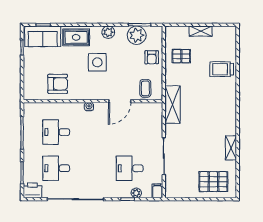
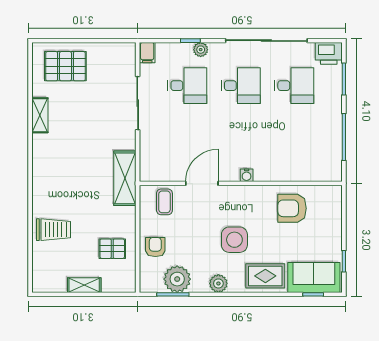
desk: (56, 132) -> (241, 86), moved
plant: (136, 193) -> (201, 50), moved

